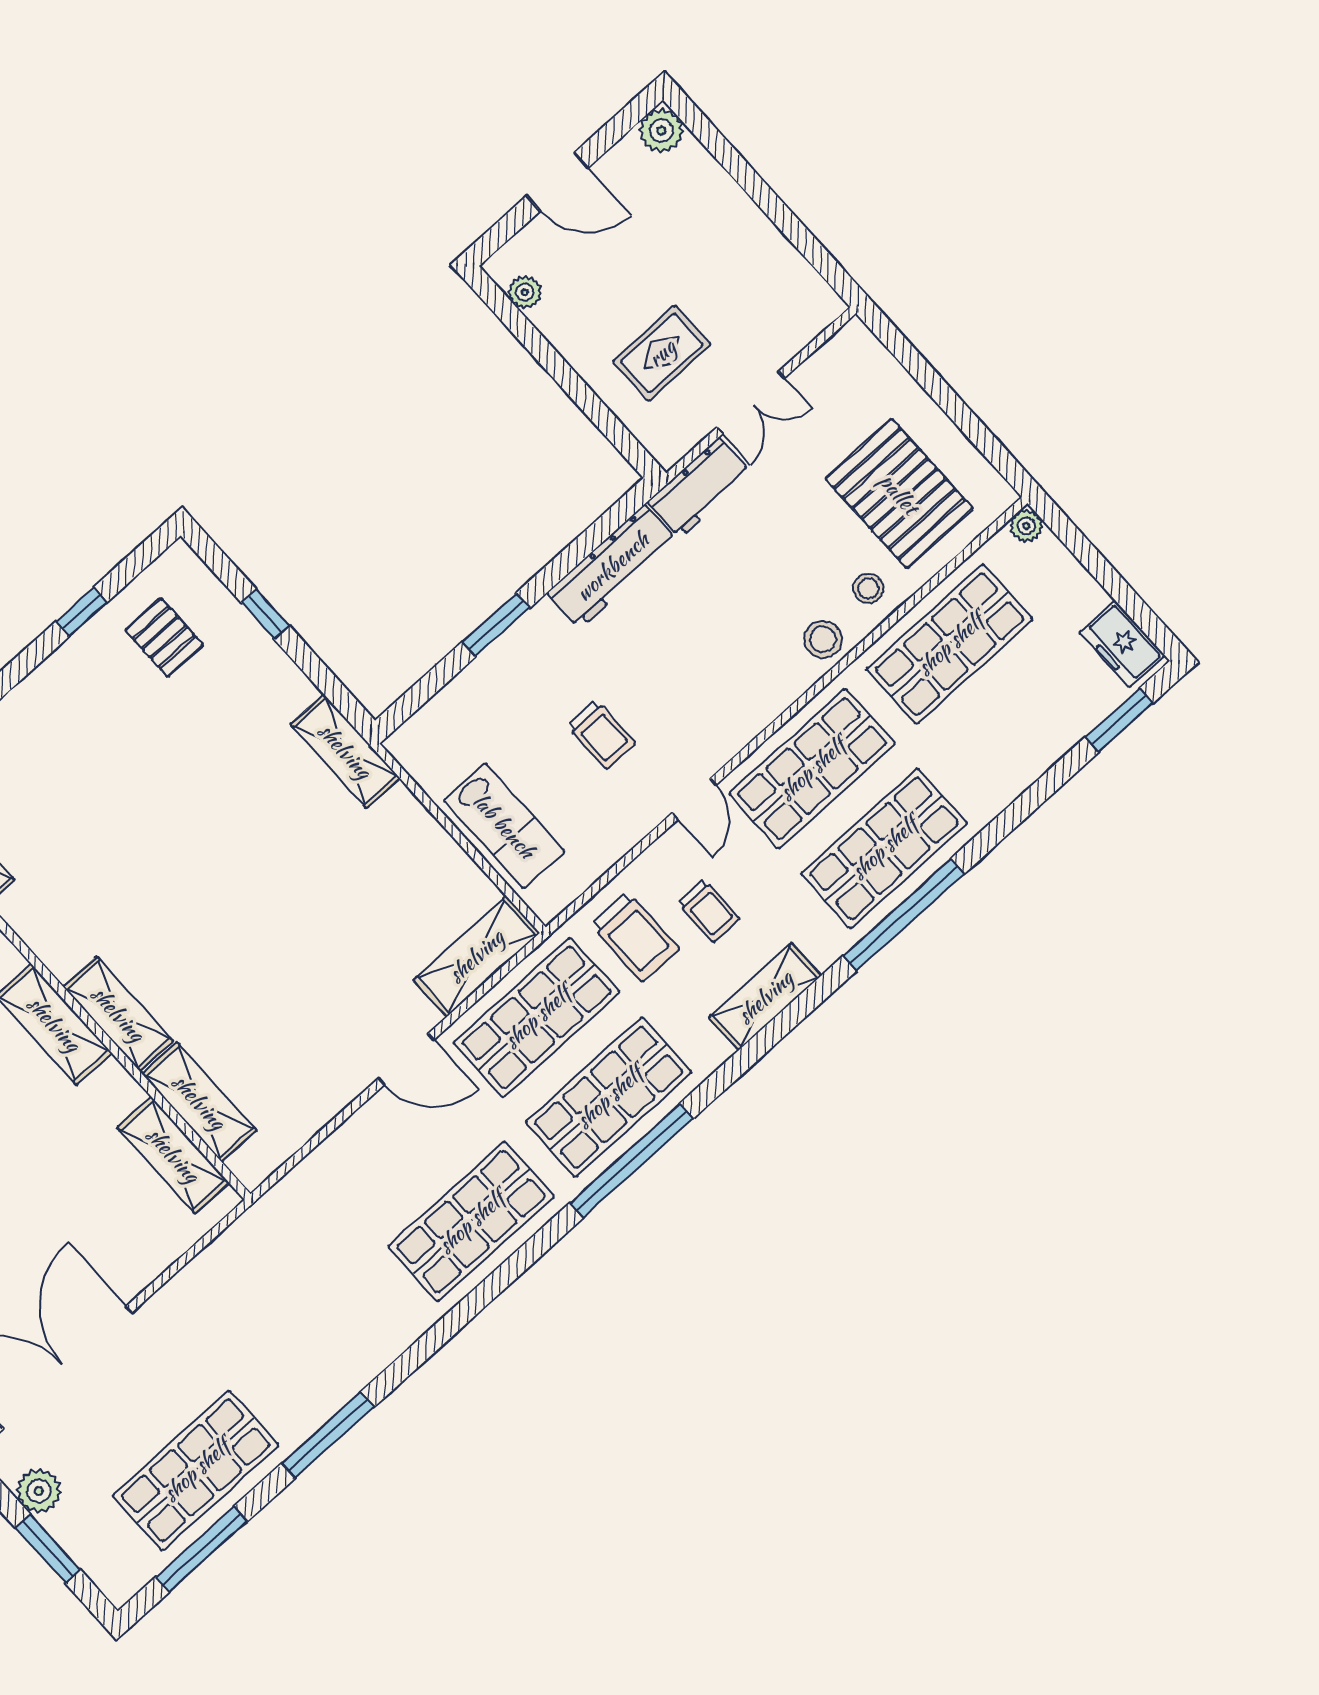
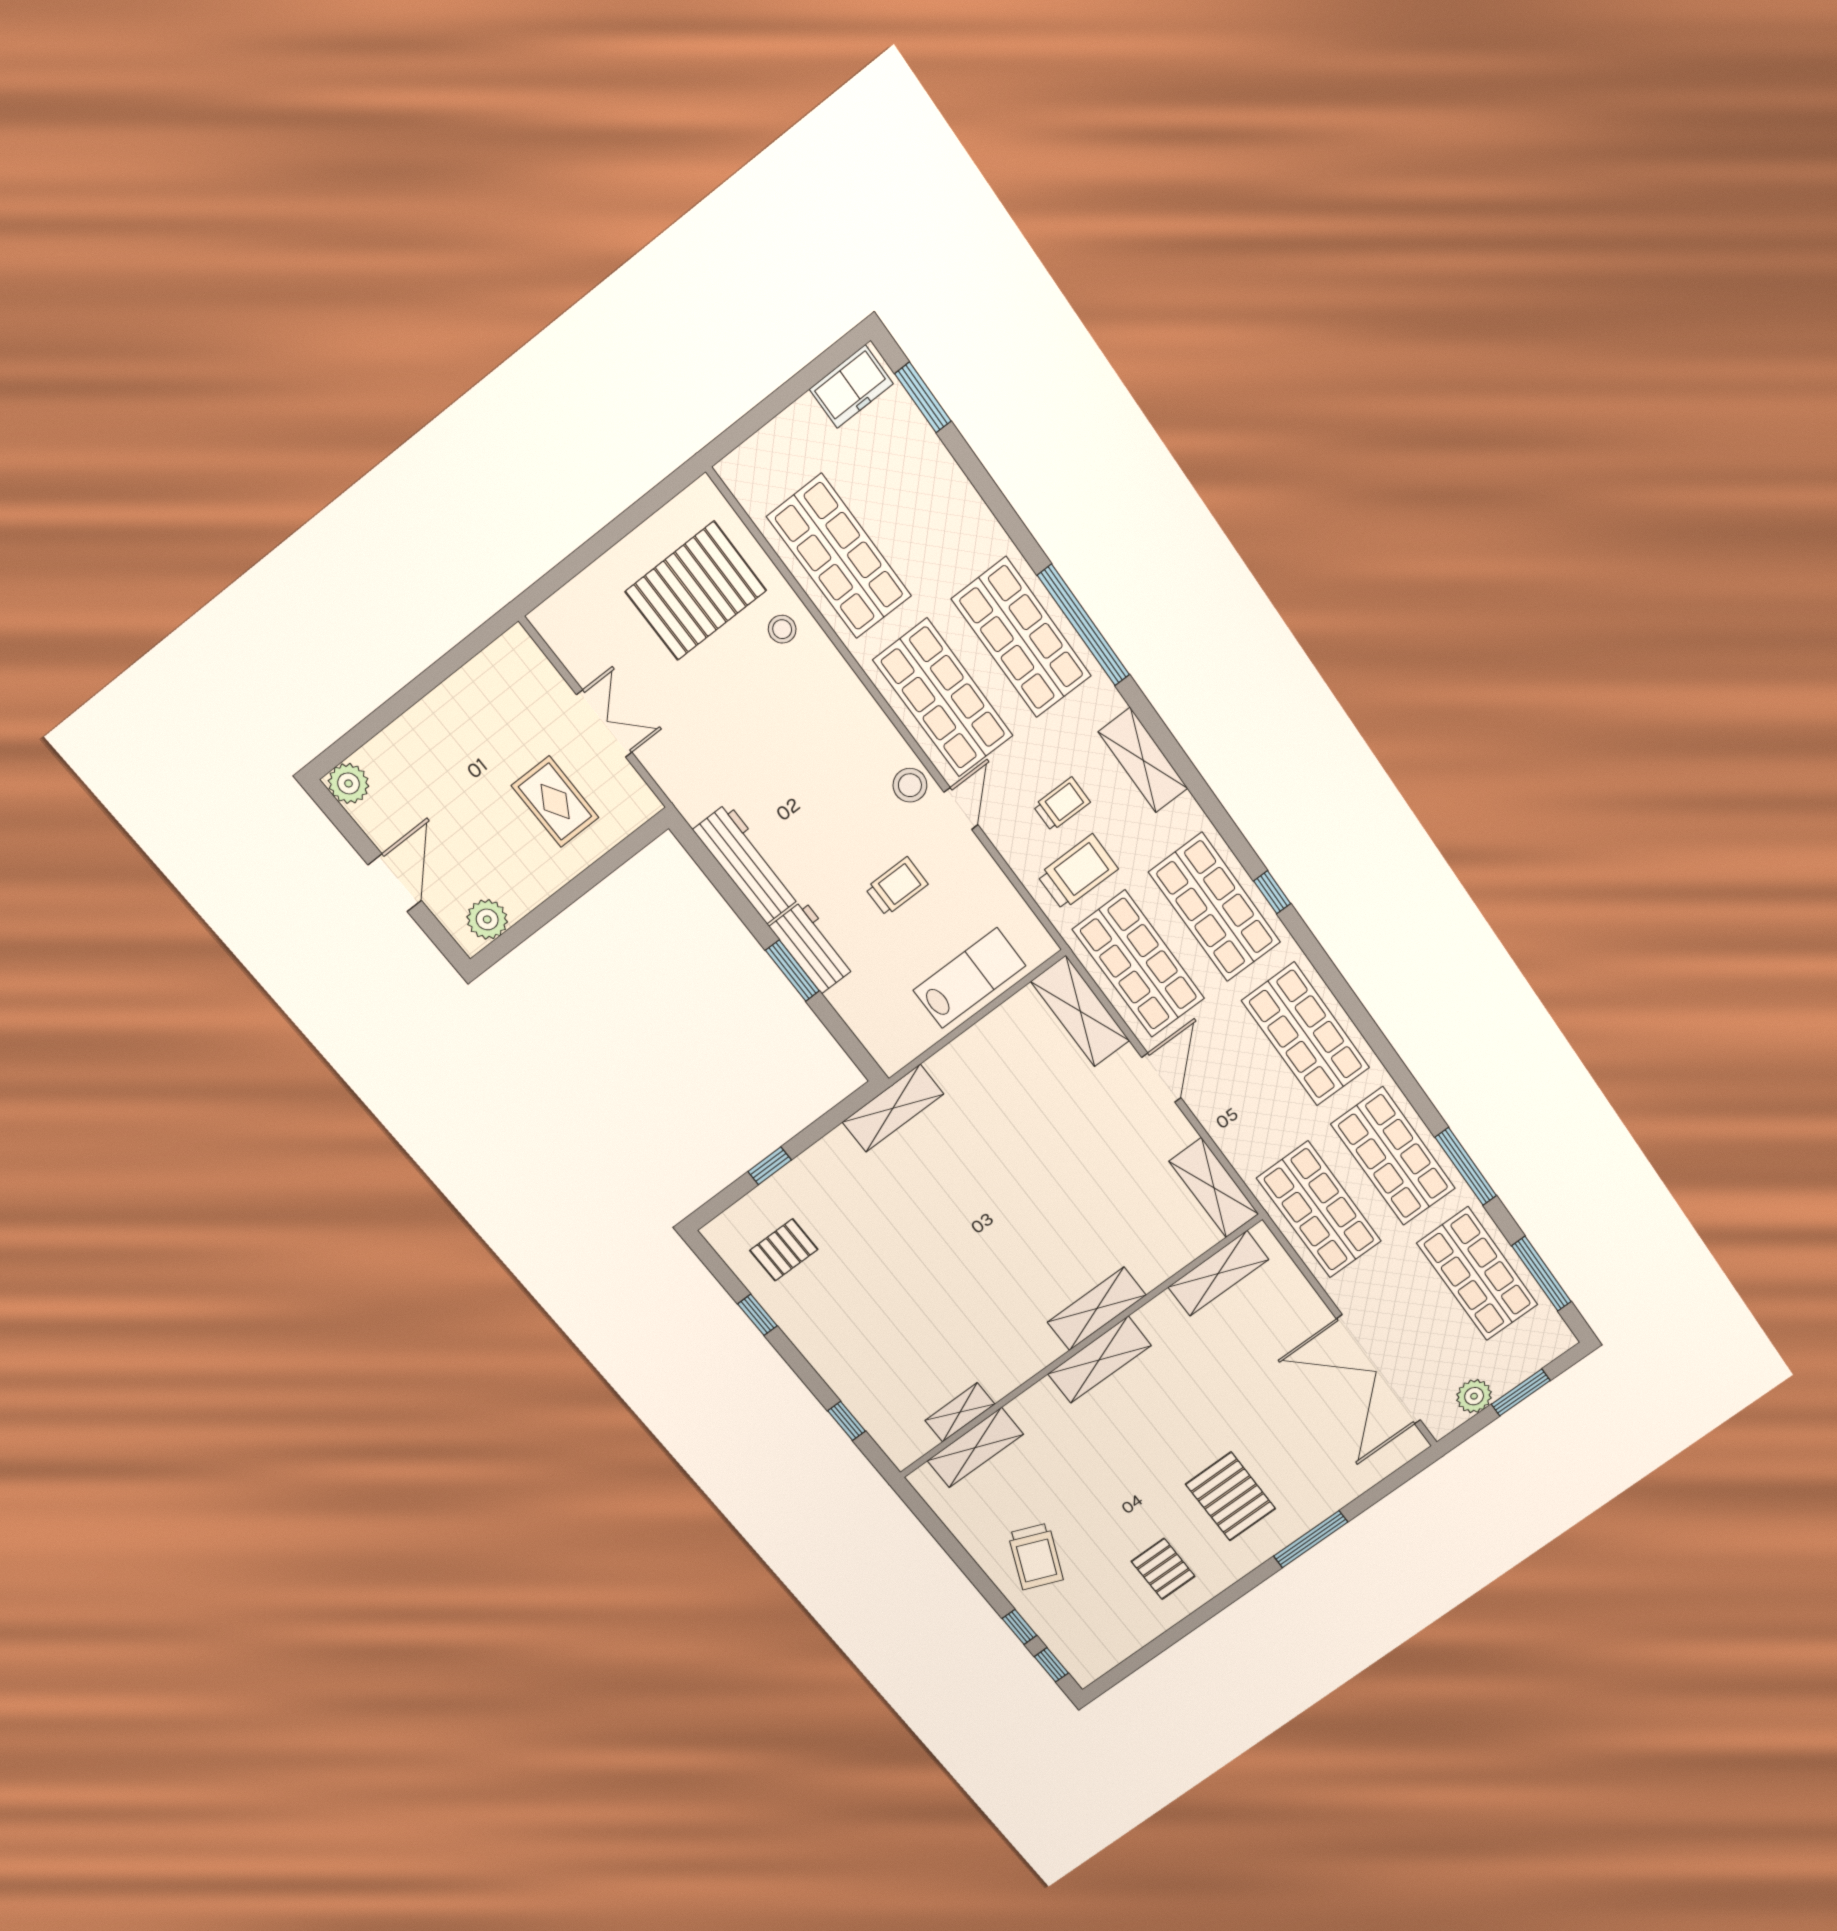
plant: (525, 292) -> (487, 919), width x1.38, depth x1.38
workbench: (700, 488) -> (813, 947), moved
plant: (1026, 526) -> (733, 470), removed
stool: (823, 639) -> (910, 785), moved
door: (694, 799) -> (961, 808), hinge flipped
shelving: (199, 1102) -> (1214, 1188), moved, turned 90
window: (631, 1161) -> (1272, 892), width x0.32
shop shelf: (261, 1266) -> (1319, 1210), added
shop shelf: (333, 1346) -> (1393, 1156), added

